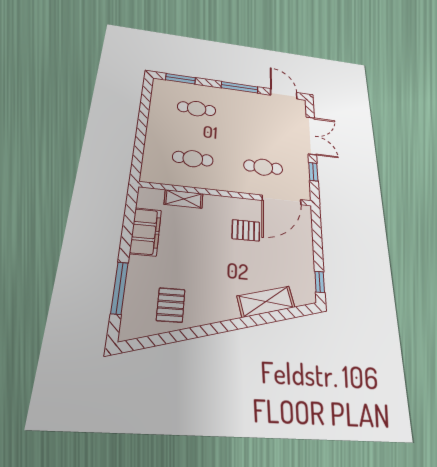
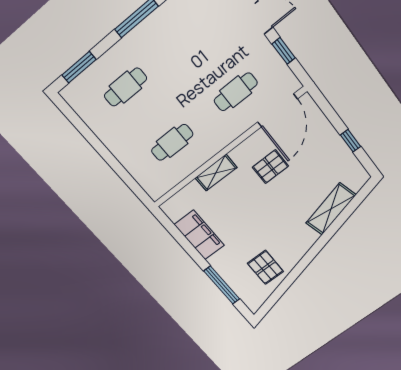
shelving: (184, 199) -> (216, 173), moved
window: (320, 282) -> (351, 141), moved

